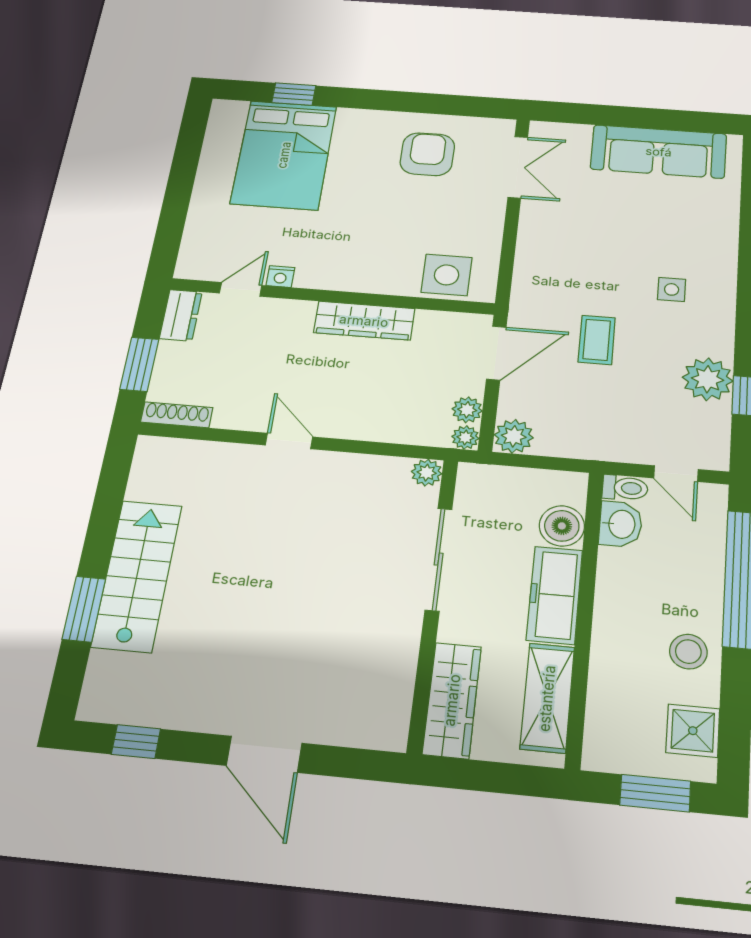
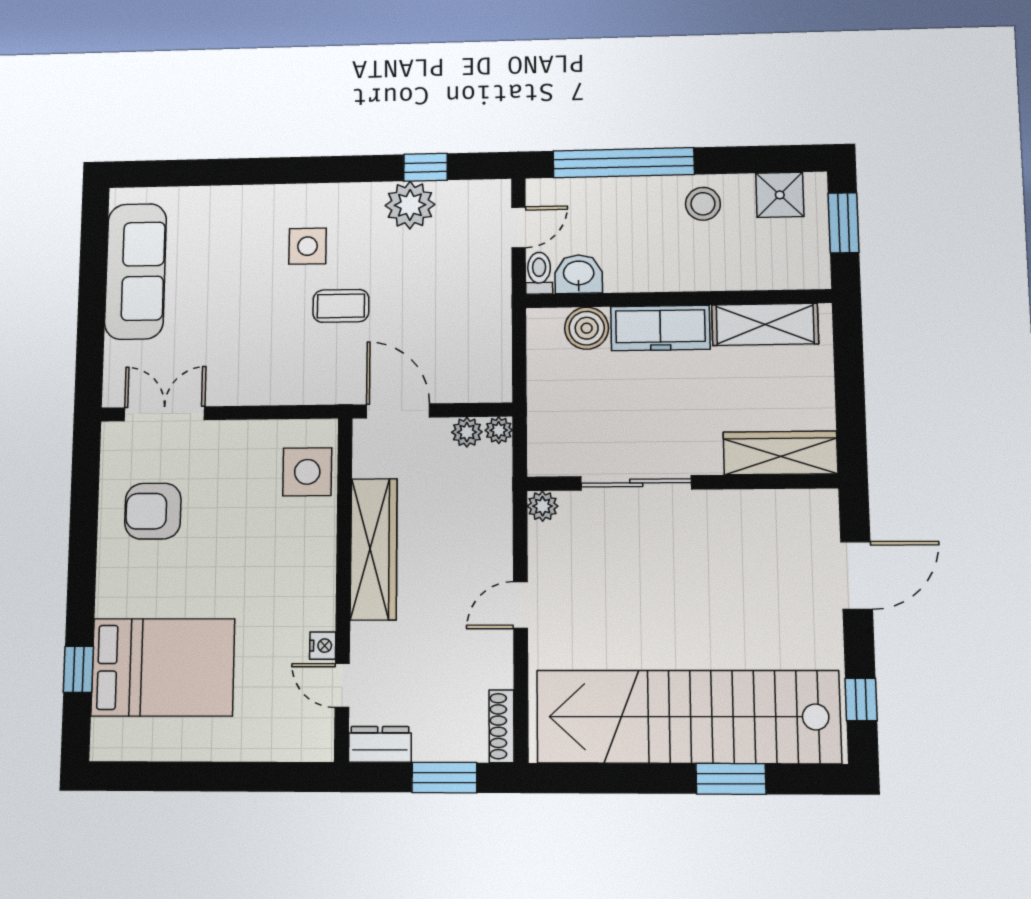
side table: (672, 289) -> (308, 246), width x1.37, depth x1.37
wardrobe: (364, 321) -> (374, 549), width x1.40, depth x1.17
coffee table: (597, 340) -> (341, 306), moved
plant: (514, 436) -> (493, 384), removed
plant: (427, 473) -> (543, 506), moved
sliding door: (439, 559) -> (636, 483), moved
stairs: (137, 575) -> (688, 717), width x1.86, depth x1.51
wall: (433, 601) -> (682, 483), moved
wardrobe: (452, 700) -> (780, 453), moved

